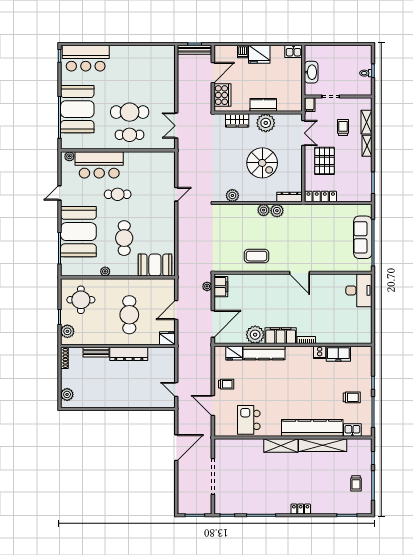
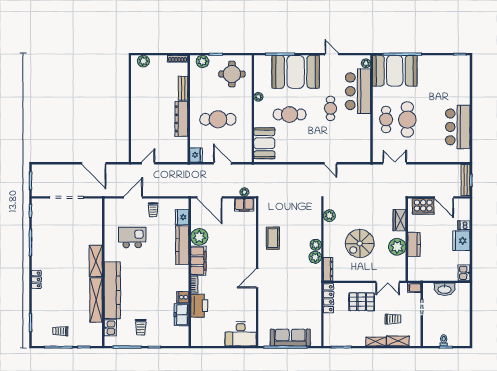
bar counter: (86, 58) -> (458, 127), moved
booth: (77, 109) -> (395, 71), moved
printer: (329, 335) -> (199, 306), added
kitchen island: (249, 420) -> (132, 237), moved

